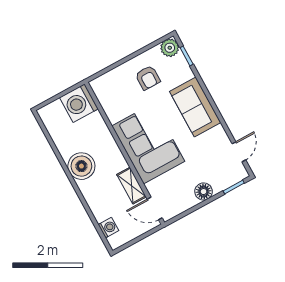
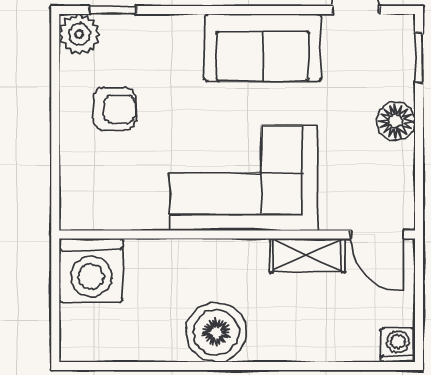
sofa: (195, 107) -> (263, 48), moved
door: (155, 209) -> (377, 234), hinge flipped
washing machine: (108, 228) -> (398, 345), moved

